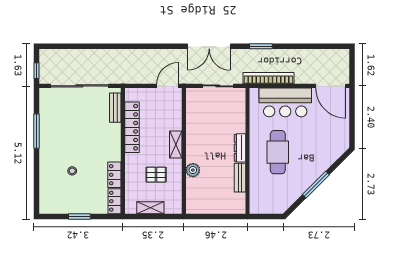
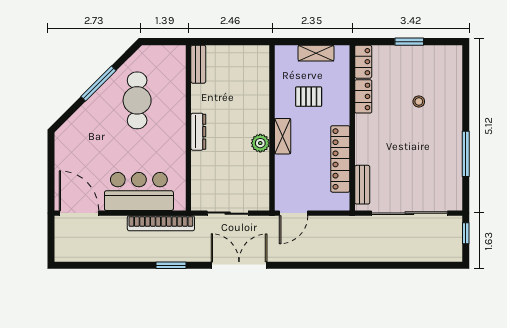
cafe table: (278, 152) -> (137, 100), moved
plant: (193, 170) -> (260, 143), moved
bench: (240, 178) -> (198, 64), moved

